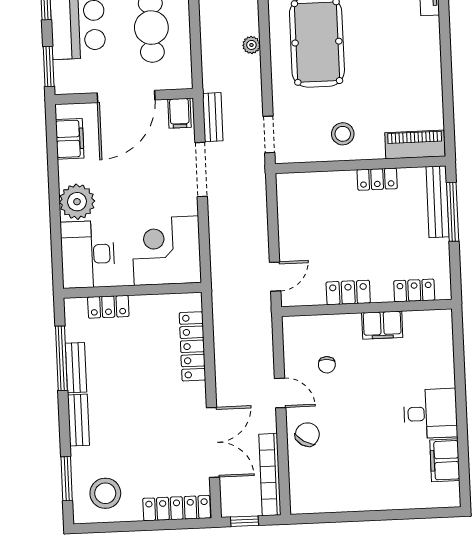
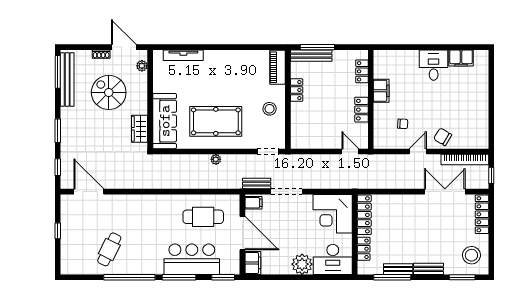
filing cabinet: (70, 139) -> (253, 263), moved, turned 90
locker: (192, 346) -> (364, 215), moved, turned -90

